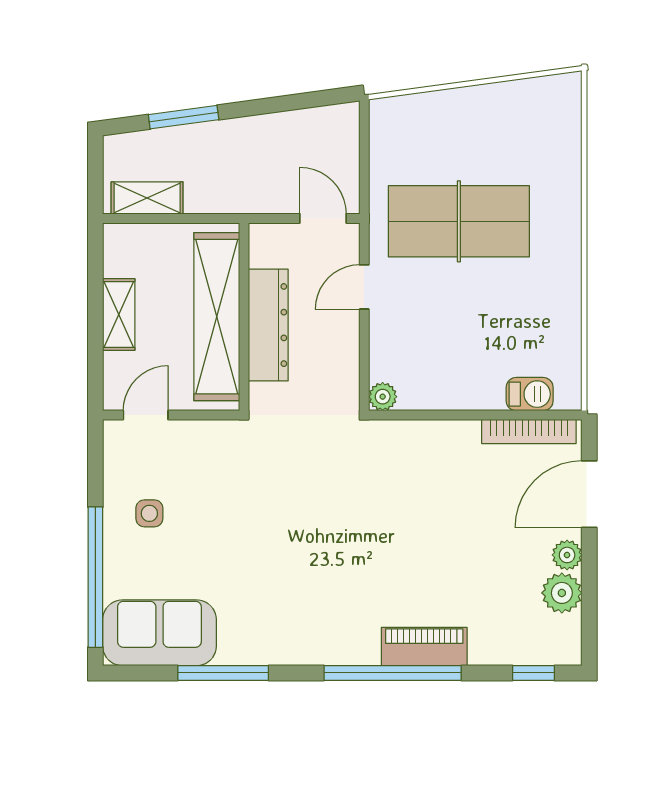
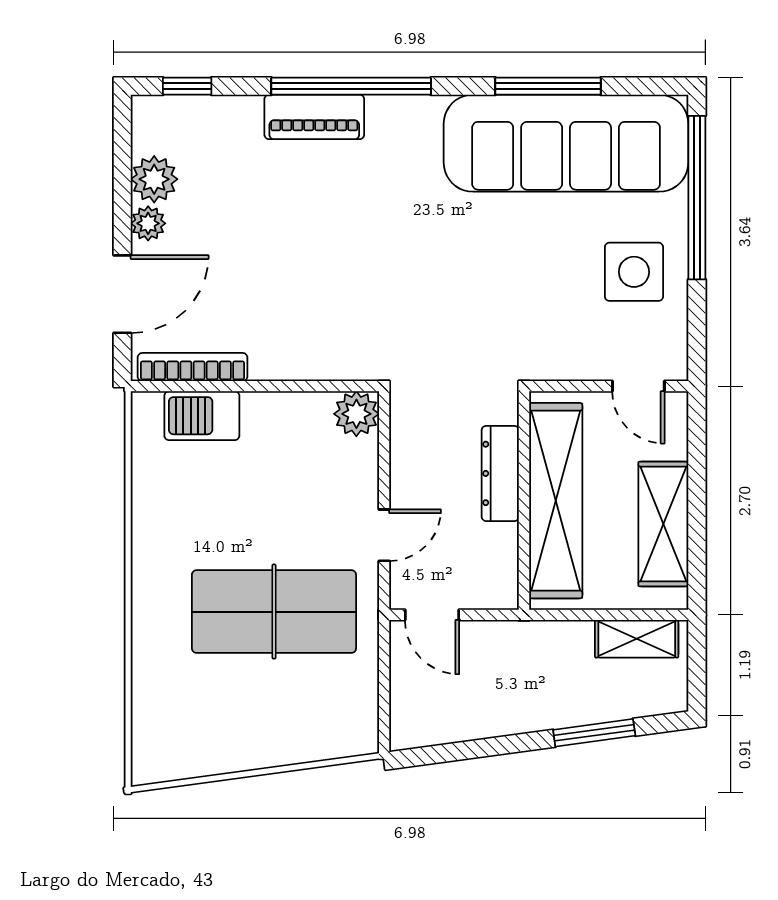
shelving: (119, 314) -> (663, 524), width x1.50, depth x1.33
dresser: (268, 325) -> (500, 473), width x0.73, depth x0.80
barbecue: (530, 394) -> (202, 416), width x1.38, depth x1.27
plant: (383, 397) -> (356, 414), width x1.38, depth x1.38
door: (146, 415) -> (638, 386), hinge flipped
side table: (149, 513) -> (634, 272), width x1.87, depth x1.87
sofa: (159, 633) -> (566, 143), width x1.85, depth x1.27

